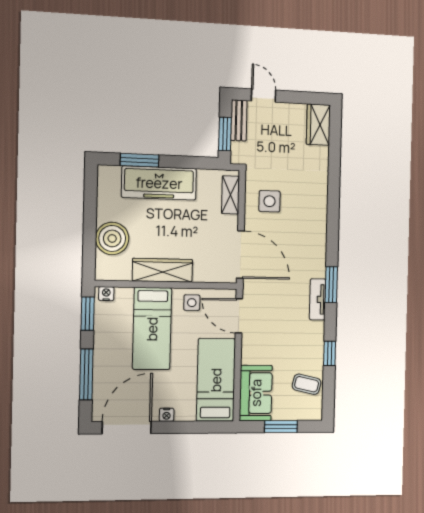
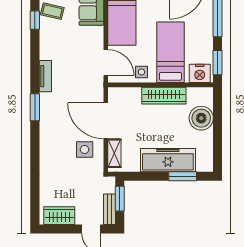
wardrobe: (318, 125) -> (59, 216), moved, turned -90
door: (240, 254) -> (106, 121), moved
window: (331, 285) -> (35, 107), moved
nightstand: (106, 294) -> (200, 73), width x1.89, depth x1.79
window: (330, 353) -> (35, 20), moved

